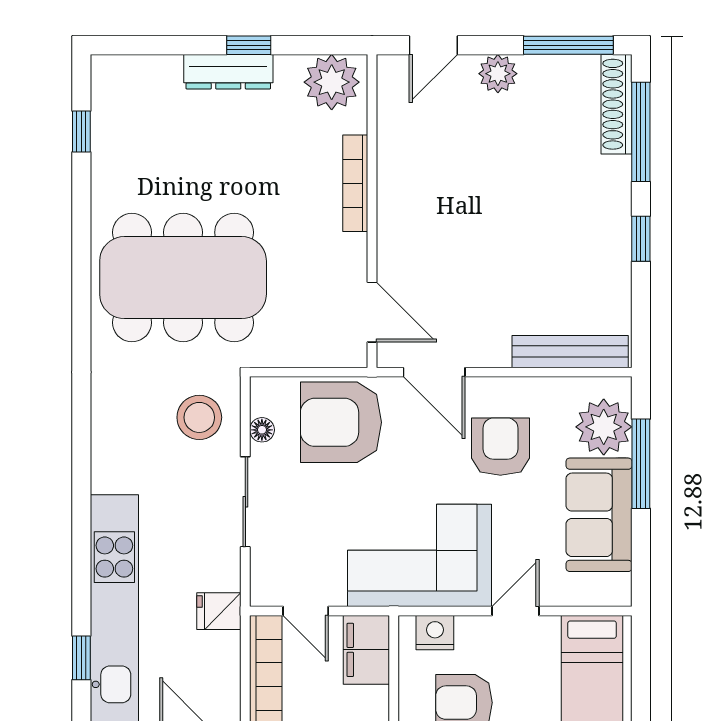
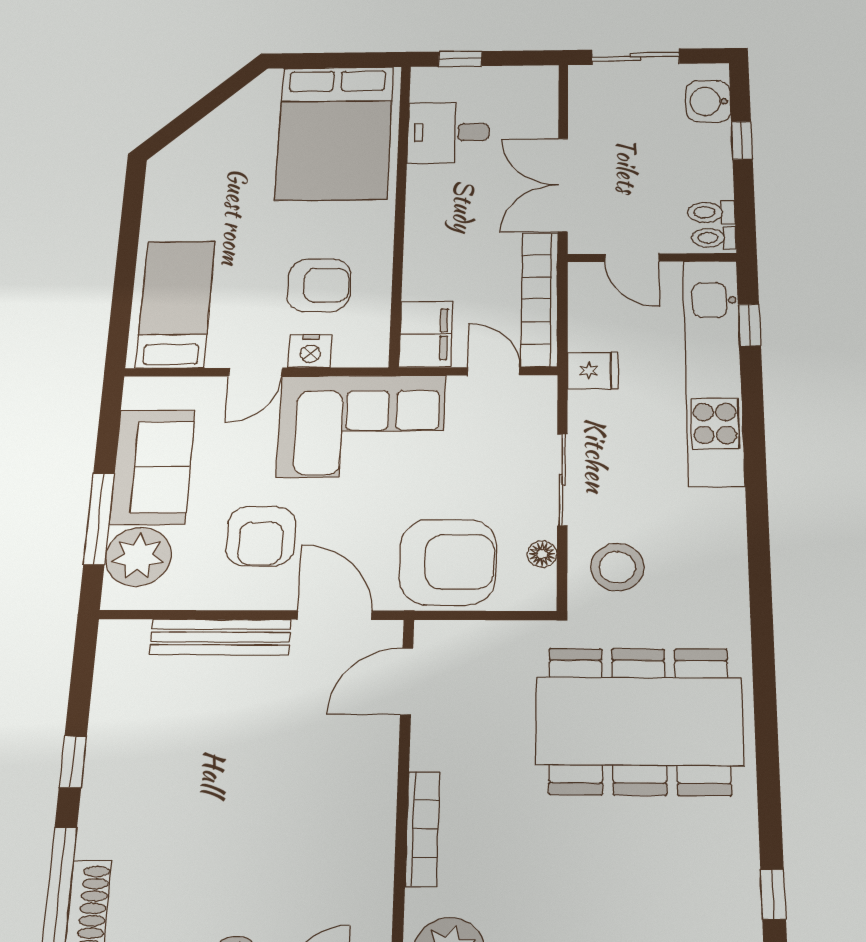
door: (372, 312) -> (407, 681), hinge flipped
bench: (570, 352) -> (220, 637), moved
nightstand: (435, 633) -> (310, 351), moved

